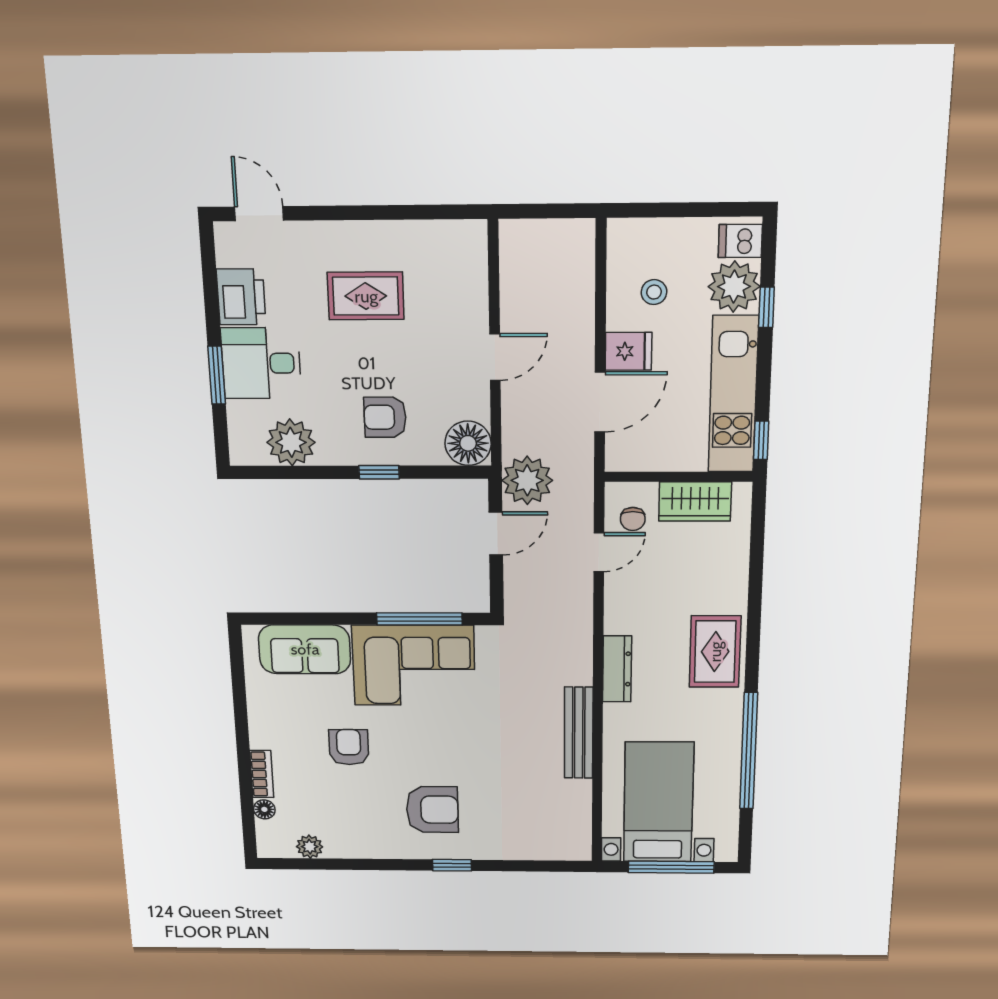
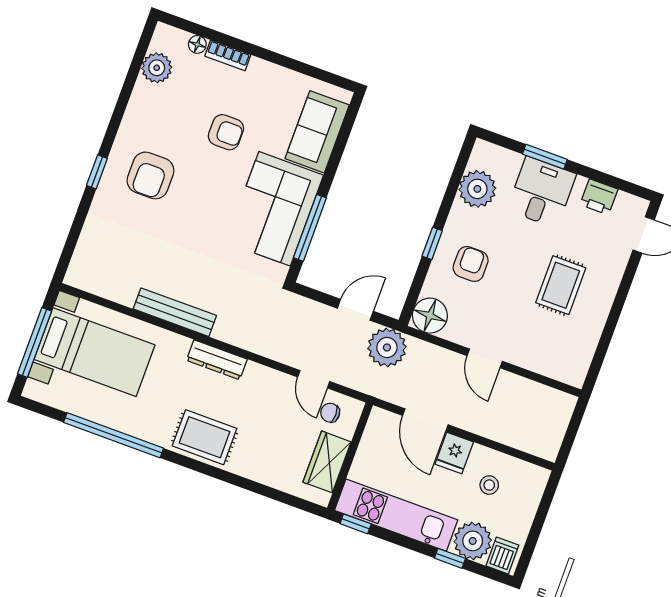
printer: (241, 297) -> (599, 197), width x0.73, depth x0.81
door: (496, 534) -> (355, 310), swing flipped
plant: (310, 847) -> (157, 68), width x1.38, depth x1.38

